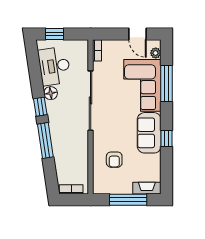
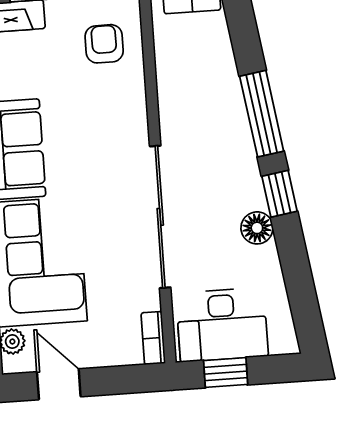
window: (55, 34) -> (226, 373), moved
desk: (54, 66) -> (222, 325), moved, turned 99
armchair: (114, 160) -> (104, 44), moved

